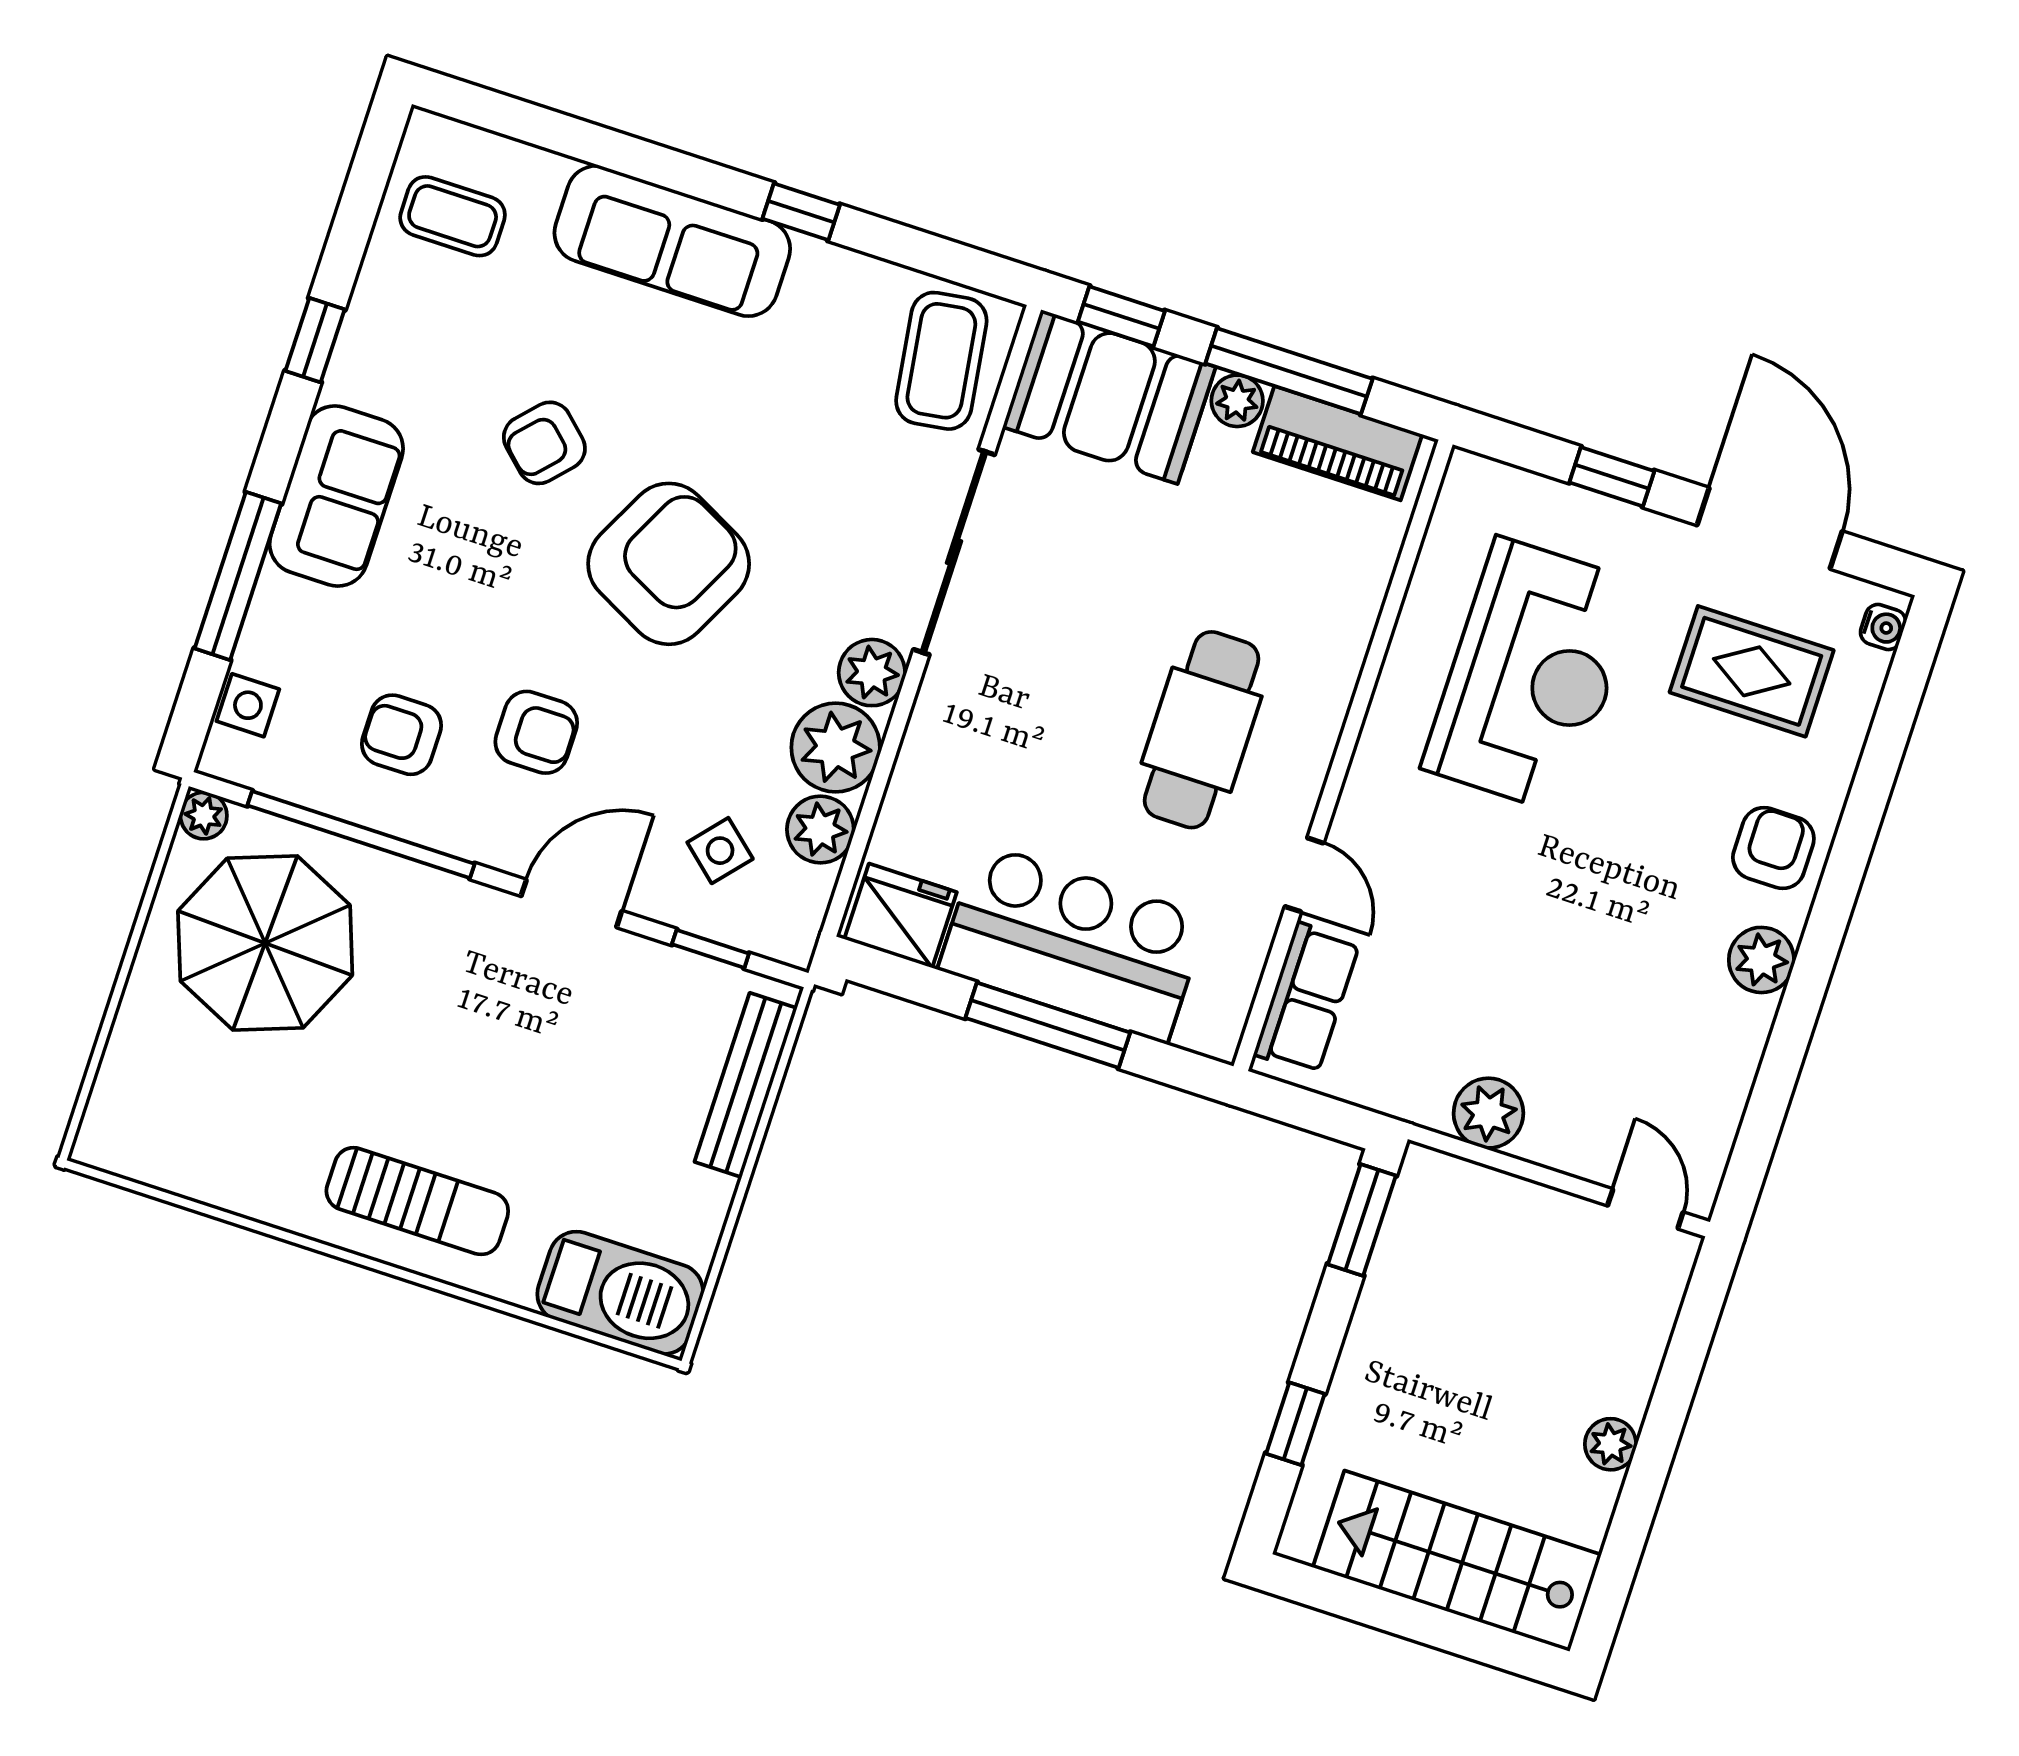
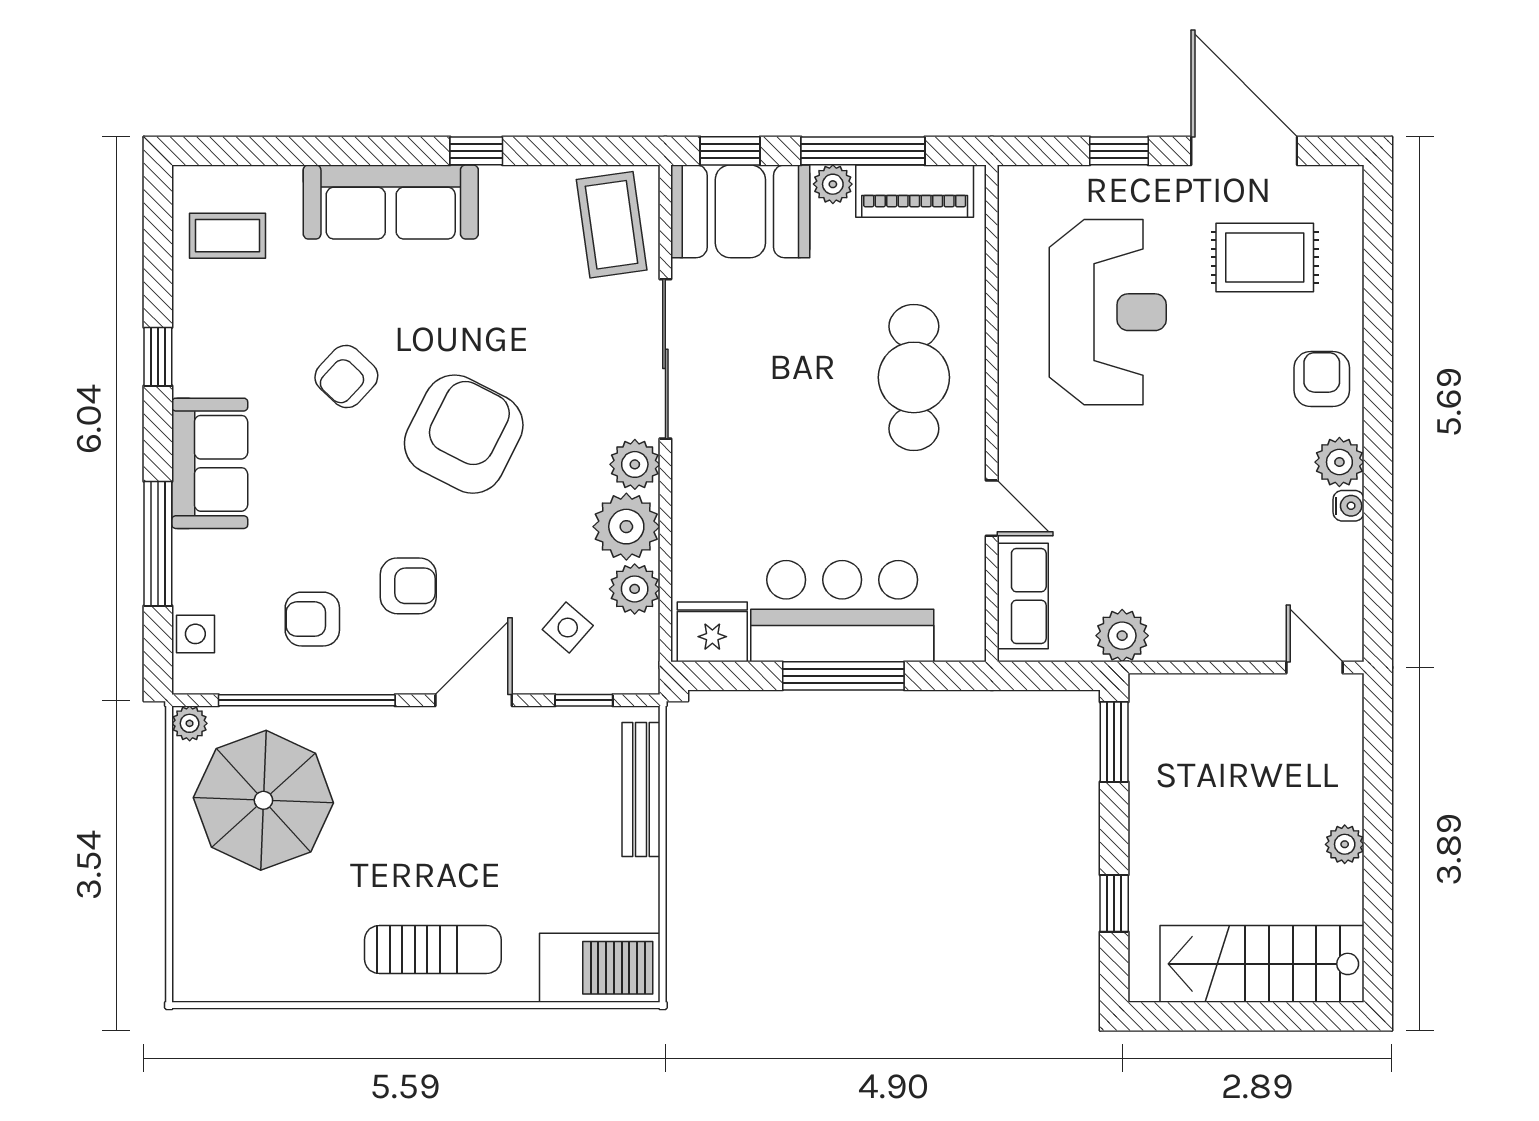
water cooler: (1883, 627) -> (1349, 506), moved
cafe table: (1202, 730) -> (914, 377), moved
plant: (1488, 1113) -> (1122, 636), moved

